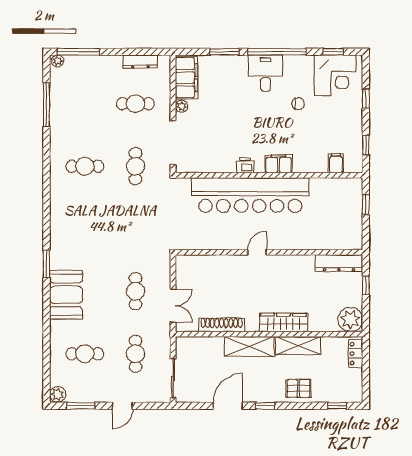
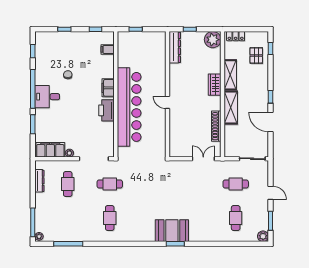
corner desk: (335, 75) -> (49, 50), removed
printer: (245, 165) -> (107, 110), width x1.87, depth x1.48
cafe table: (135, 291) -> (194, 184), removed
booth: (66, 295) -> (172, 231), moved
wardrobe: (283, 322) -> (215, 85), width x0.67
pallet: (298, 388) -> (256, 55), moved

